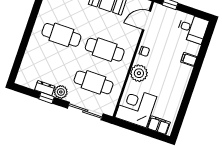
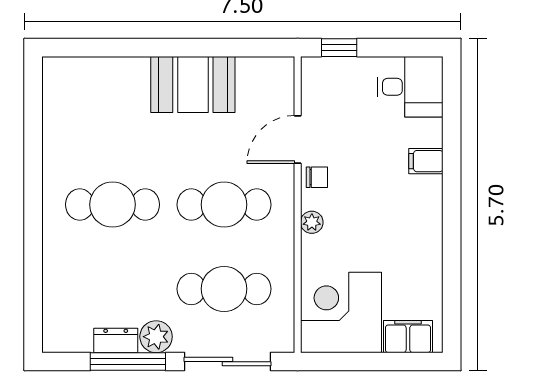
door: (147, 20) -> (298, 139), moved
plant: (139, 73) -> (312, 222), width x0.53, depth x0.53
window: (47, 98) -> (128, 362), width x2.17

